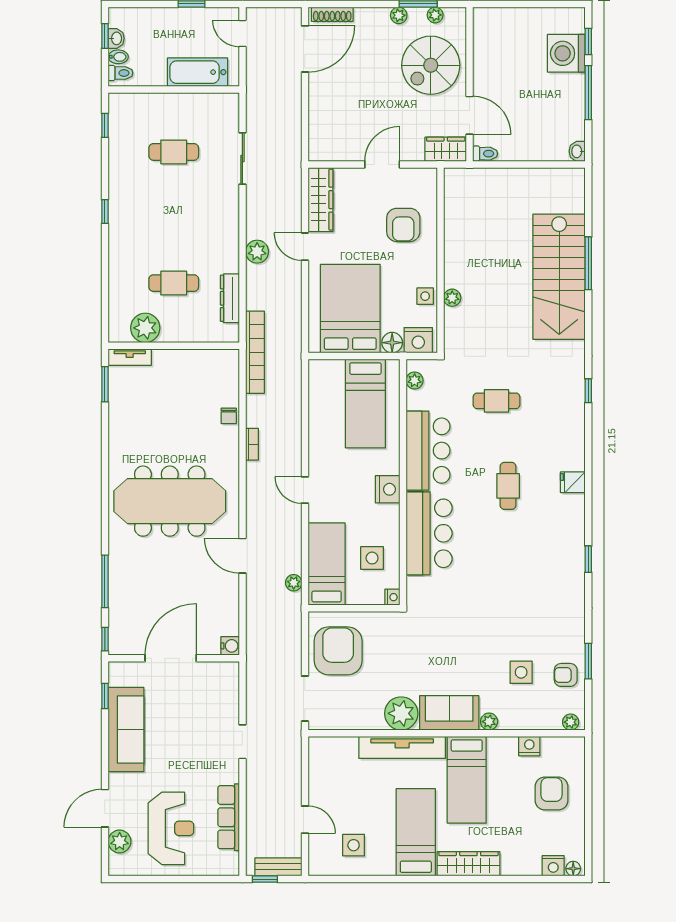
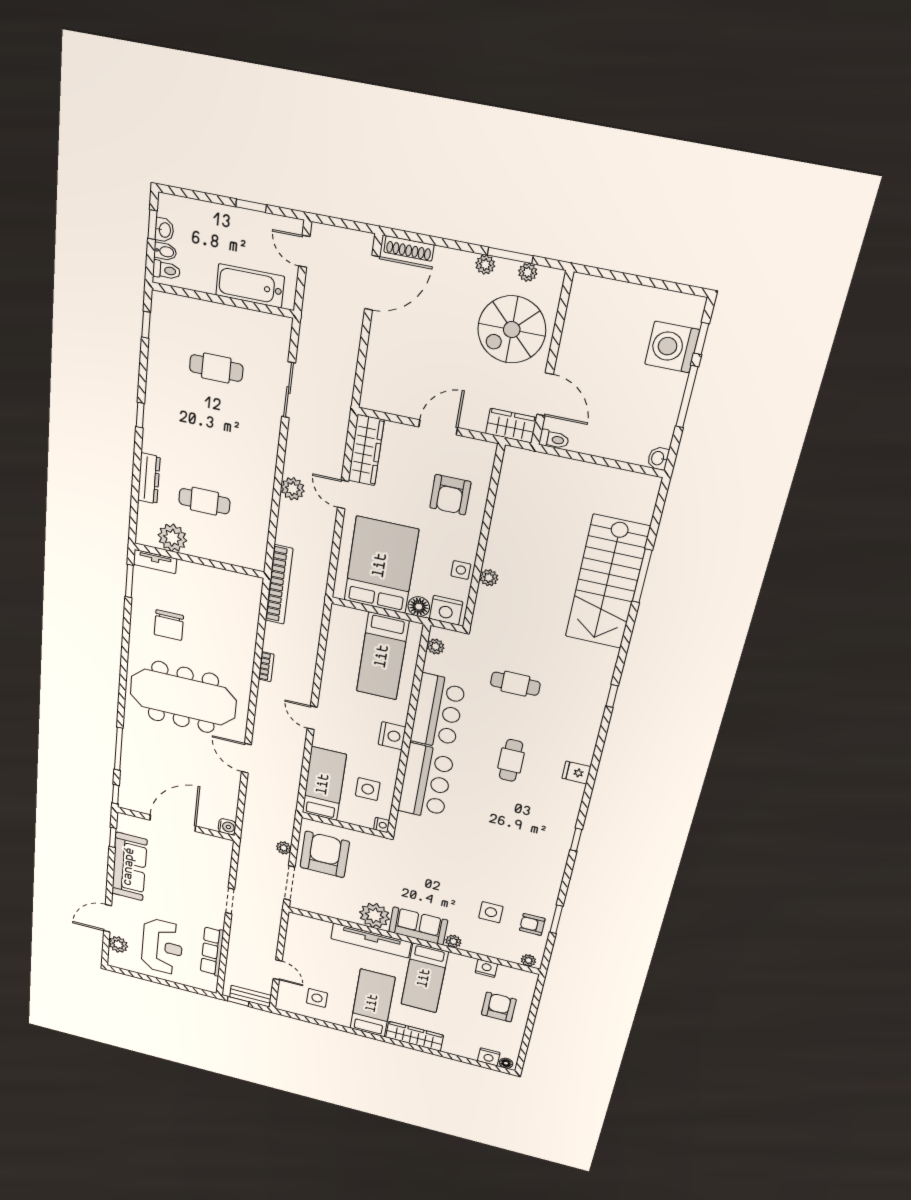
dresser: (230, 298) -> (149, 478), moved, turned 180
chair: (229, 416) -> (169, 625), moved, width x1.87, depth x1.87
plant: (294, 583) -> (284, 848), moved

